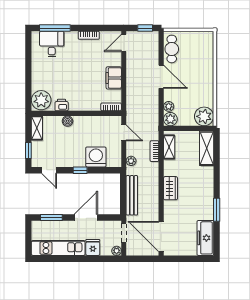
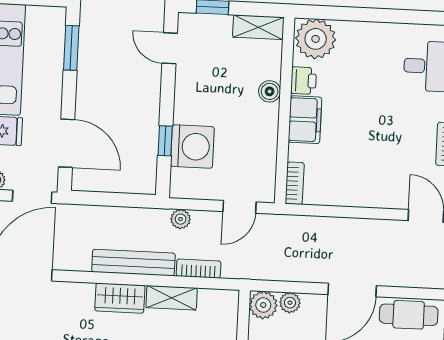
filing cabinet: (114, 78) -> (305, 120), moved, turned 90
shelving: (169, 147) -> (172, 298), moved
door: (49, 170) -> (170, 48), hinge flipped
window: (80, 170) -> (165, 141), moved
bench: (132, 195) -> (133, 263), moved
door: (86, 218) -> (67, 143), moved

